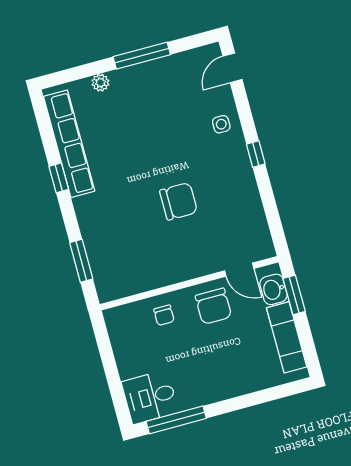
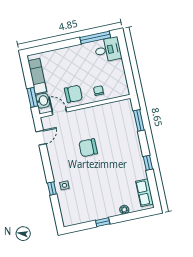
window: (142, 56) -> (103, 222), width x0.46
door: (232, 68) -> (41, 138), moved
row of seats: (69, 144) -> (145, 193), width x0.50
window: (256, 154) -> (52, 188), moved
chair: (213, 306) -> (73, 94), turned 90

